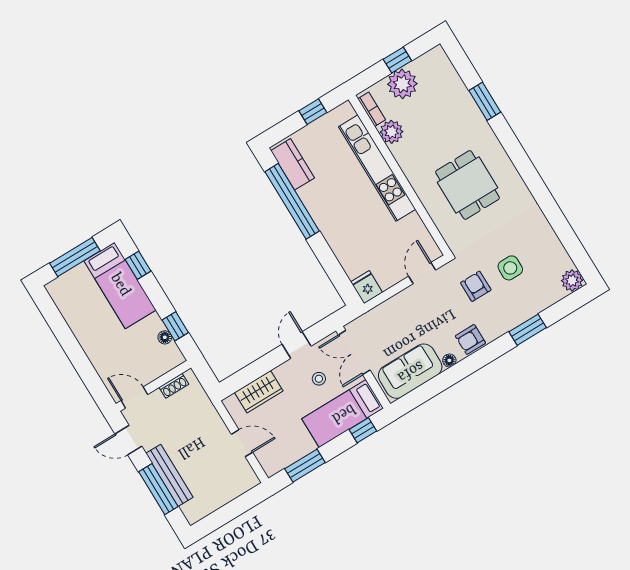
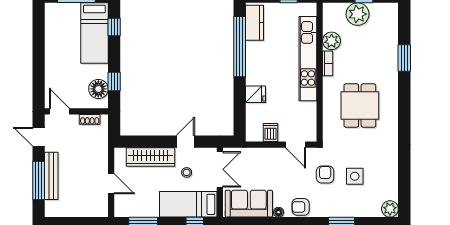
bookcase: (372, 109) -> (328, 63), moved
door: (422, 273) -> (296, 145), swing flipped
dishwasher: (386, 276) -> (270, 132), added
fridge: (367, 287) -> (255, 94), moved, turned 90
floor lamp: (165, 337) -> (98, 89), width x1.89, depth x1.89
double door: (354, 353) -> (220, 169), swing flipped
wardrobe: (259, 392) -> (150, 157), width x1.50

